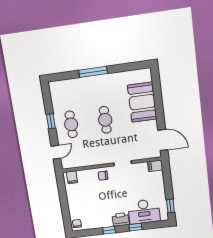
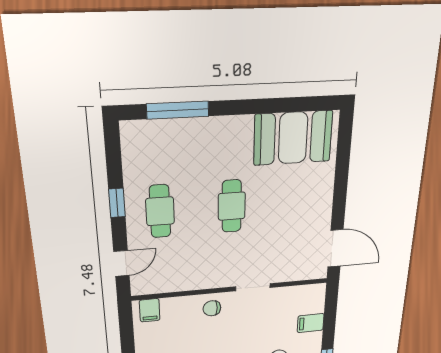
window: (93, 72) -> (178, 110), moved
booth: (142, 102) -> (293, 138), moved, turned 90
filing cabinet: (155, 166) -> (311, 323), moved

